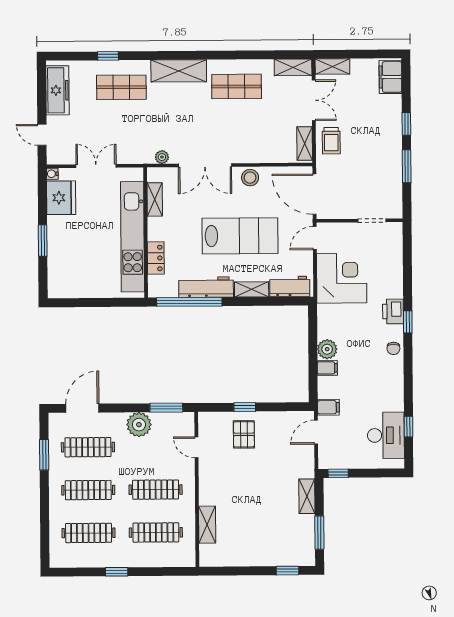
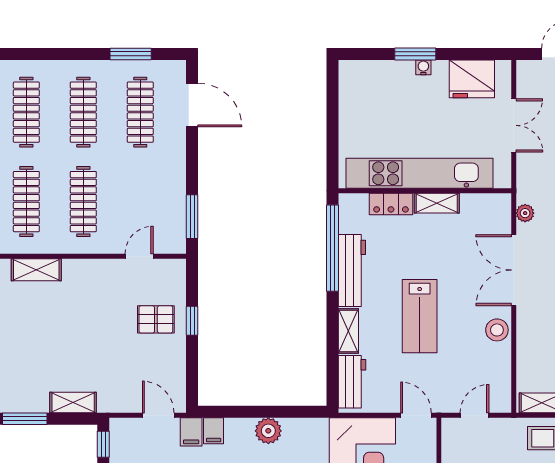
water cooler: (52, 174) -> (423, 67), moved
door: (314, 194) -> (474, 415), width x0.53
shelving: (155, 199) -> (437, 203), moved
lab bench: (240, 236) -> (420, 316), width x0.73, depth x0.72
filing cabinet: (327, 368) -> (214, 431), moved
plant: (139, 425) -> (170, 180), removed

